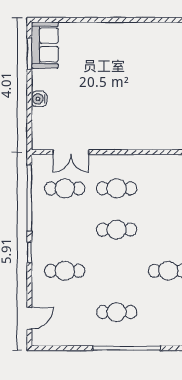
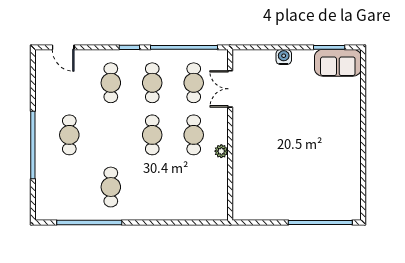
plant: (133, 161) -> (221, 151), added
cafe table: (65, 230) -> (152, 83), added

